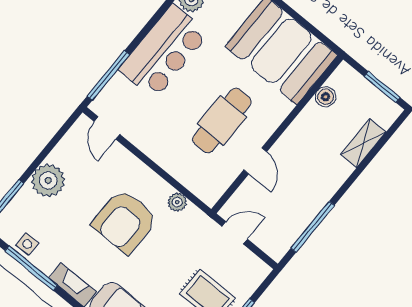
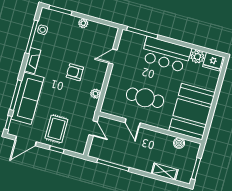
door: (107, 128) -> (113, 57), moved
door: (255, 161) -> (133, 123), hinge flipped
plant: (48, 180) -> (83, 23), width x0.53, depth x0.53
armchair: (125, 221) -> (75, 72), width x0.53, depth x0.53

